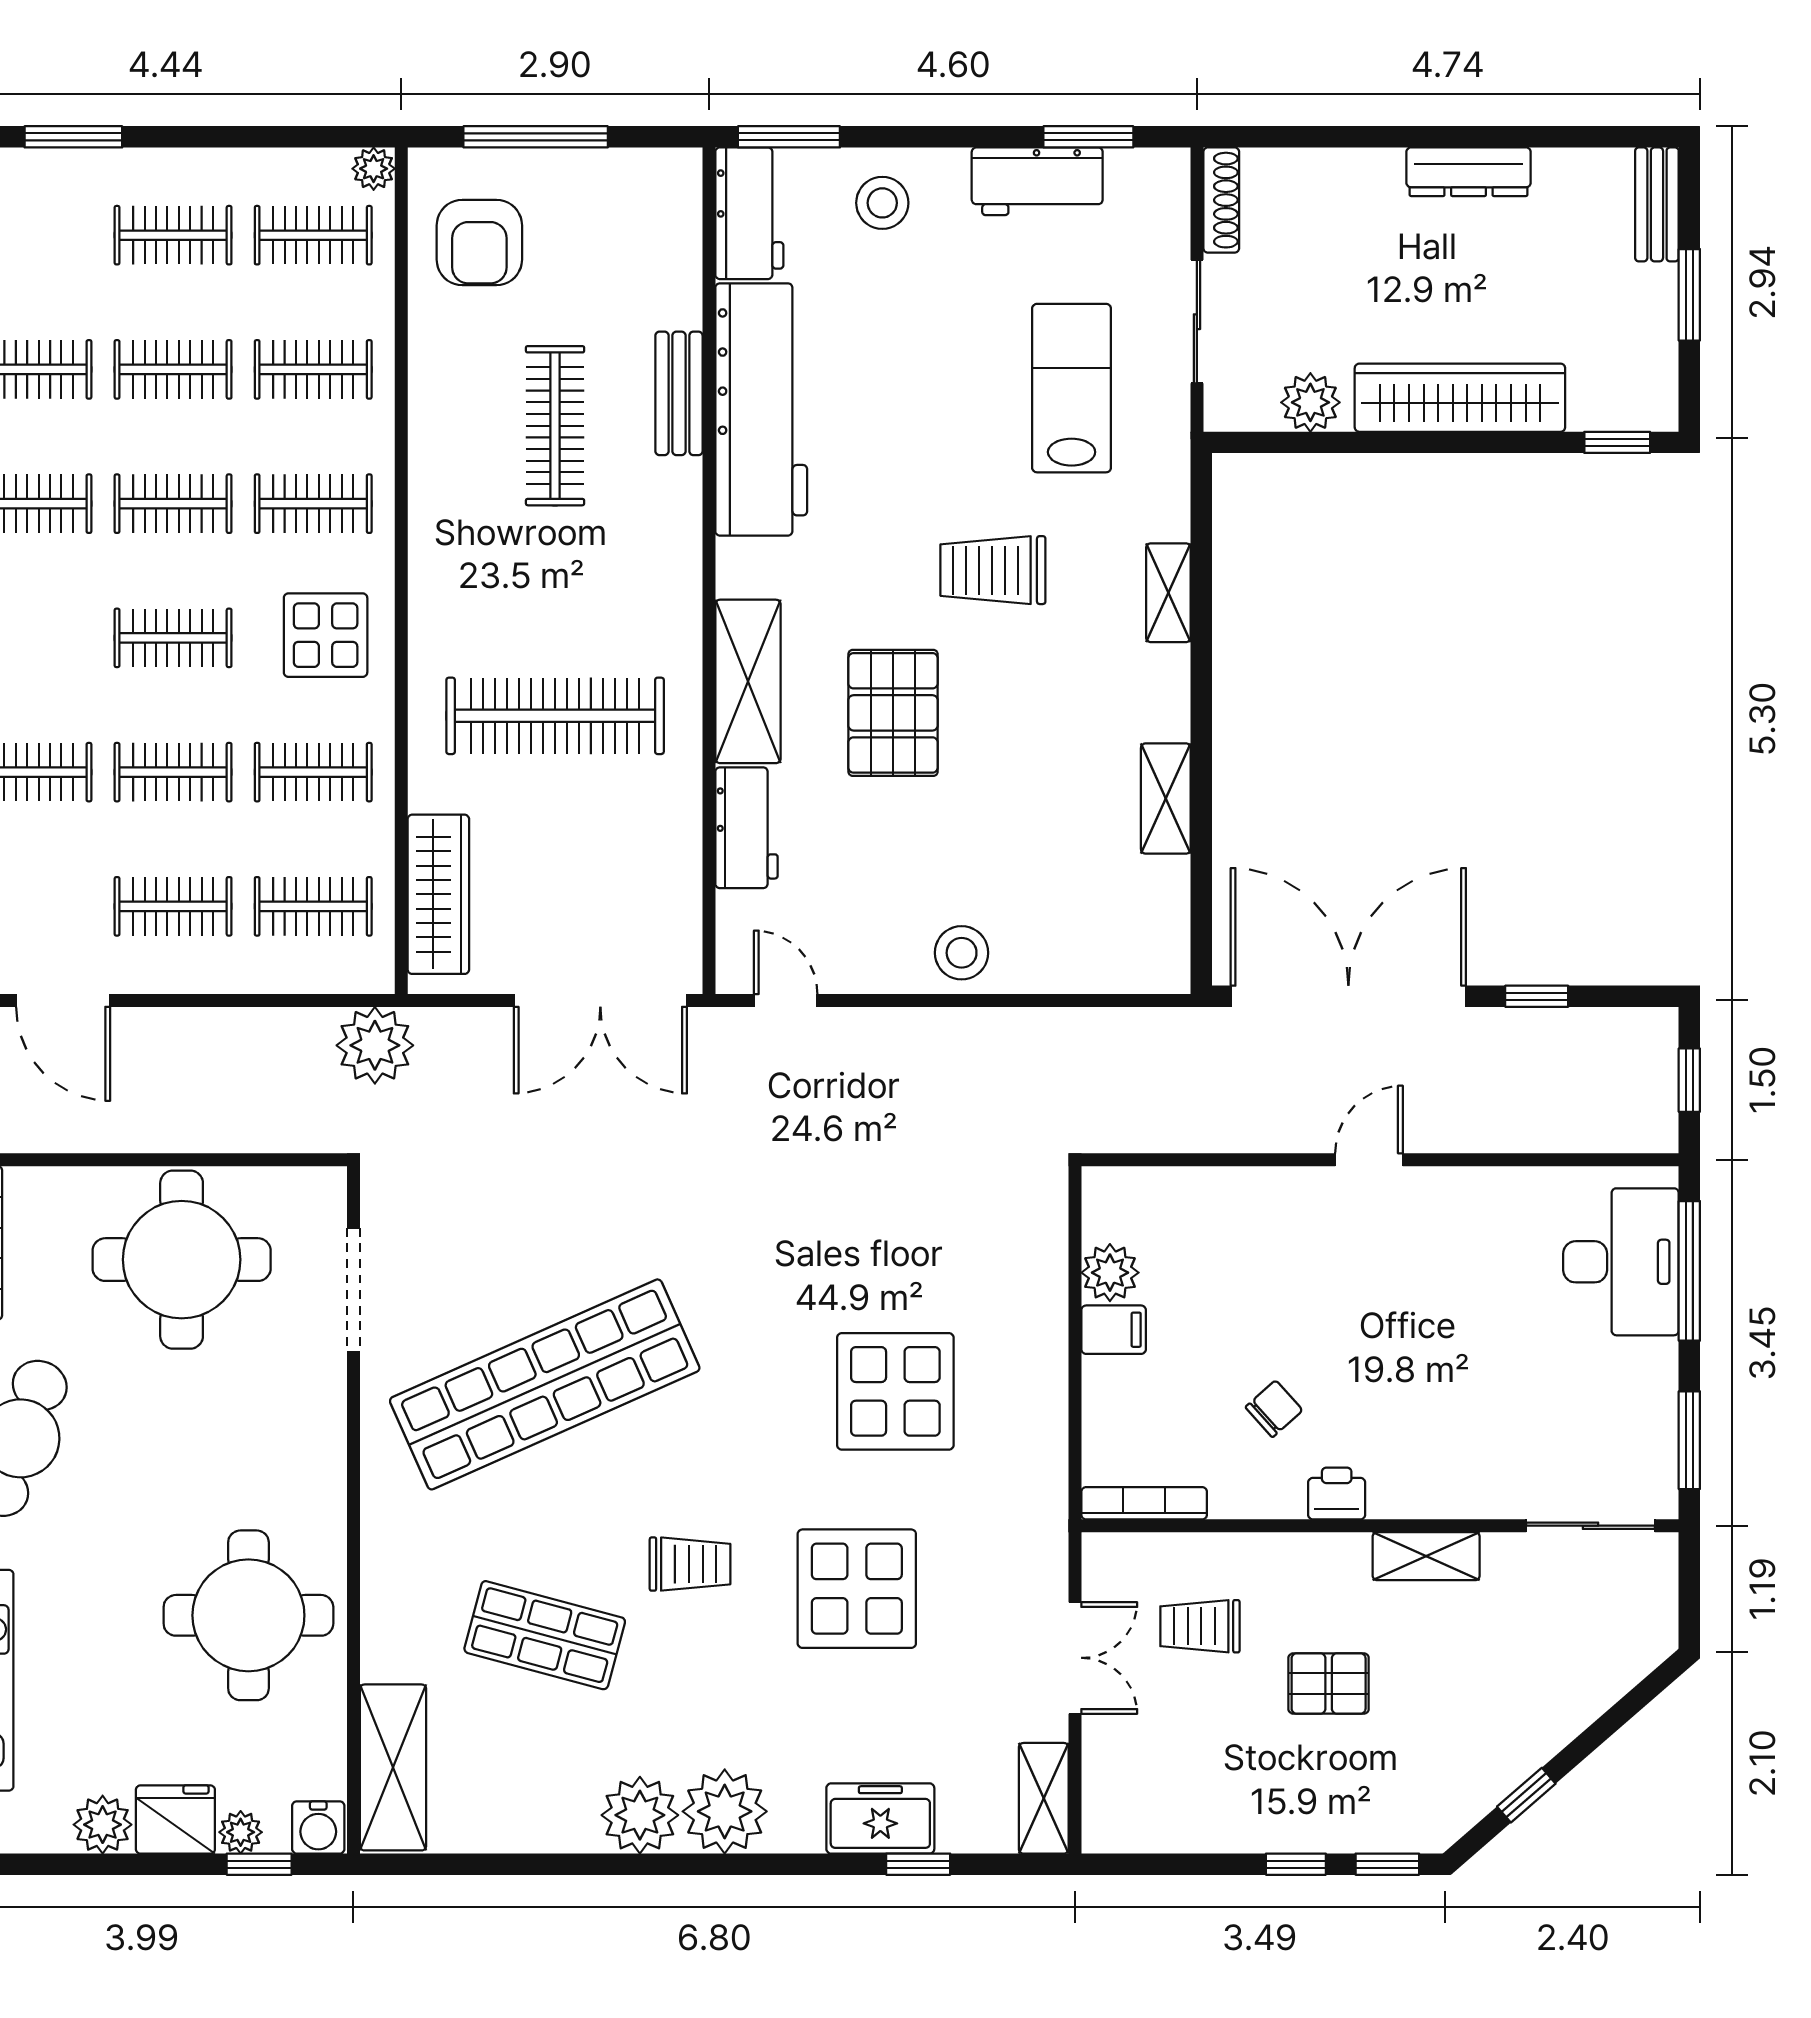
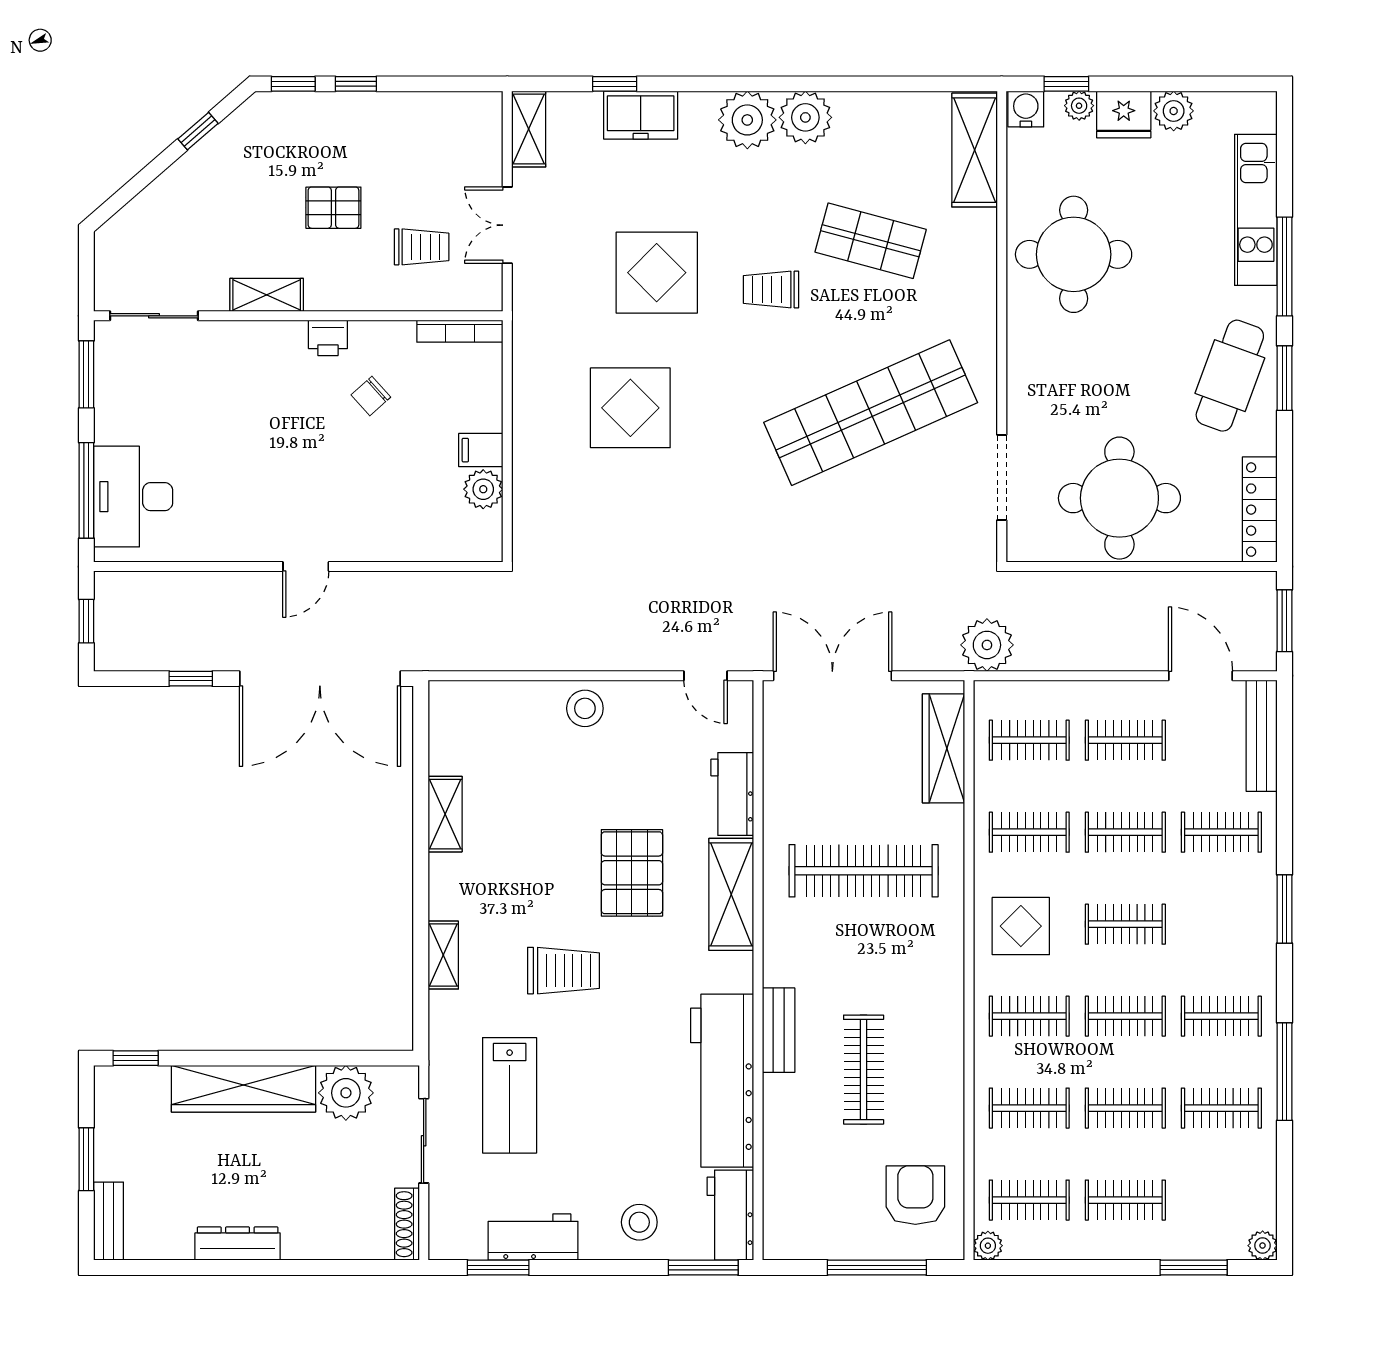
bench: (679, 393) -> (779, 1030), moved
plant: (1310, 402) -> (346, 1093), width x1.36, depth x1.36

